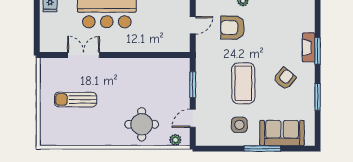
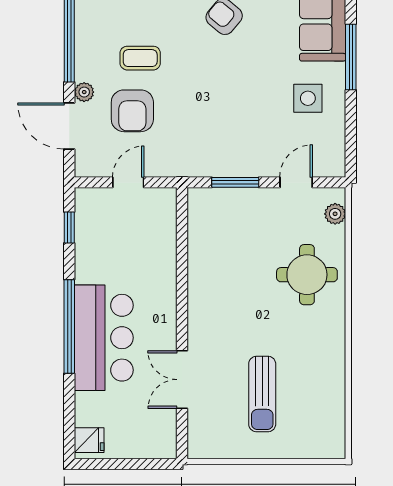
door: (193, 25) -> (128, 182), hinge flipped
coffee table: (243, 83) -> (140, 58), moved, width x0.54, depth x0.58
door: (193, 118) -> (296, 182), swing flipped

